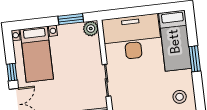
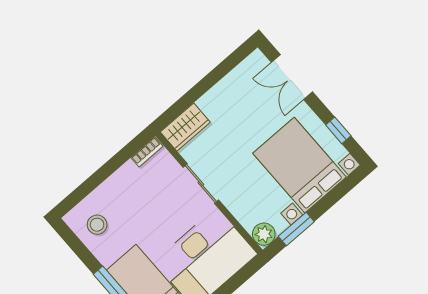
bed with nightstands: (37, 54) -> (300, 165), width x1.36
window: (12, 72) -> (338, 130), moved

